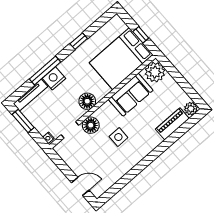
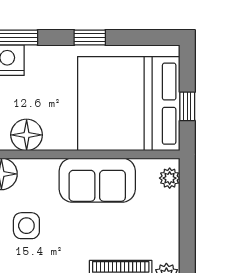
bed: (121, 59) -> (129, 104), width x1.36
plant: (155, 72) -> (170, 178), width x0.53, depth x0.53

